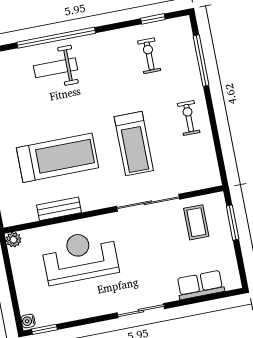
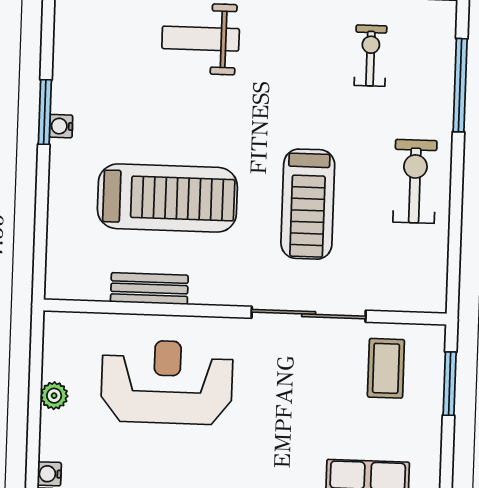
exercise bike: (189, 118) -> (415, 181), width x1.38, depth x1.39
plant: (13, 240) -> (54, 396), moved

